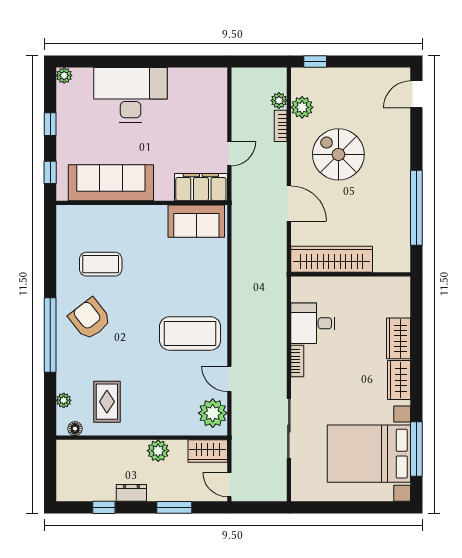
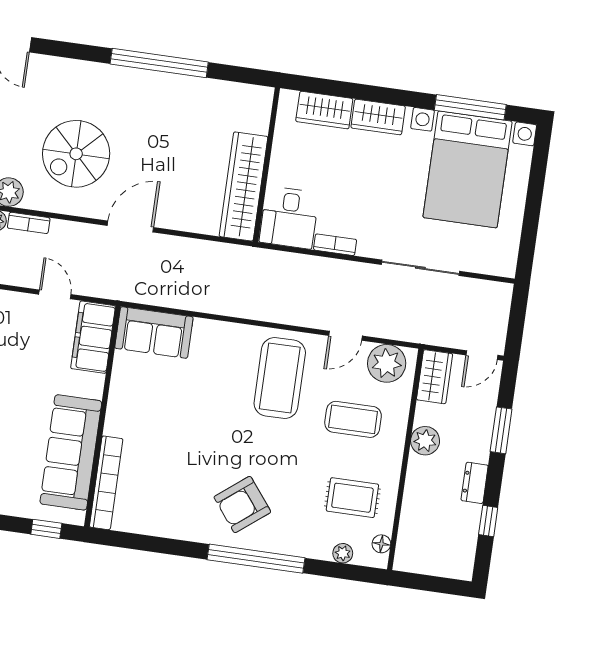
bookcase: (92, 213) -> (106, 483), added
sofa: (196, 221) -> (154, 333), moved, turned 90
wardrobe: (332, 259) -> (243, 186), moved
coffee table: (101, 264) -> (353, 419), moved, turned 90
wall: (351, 274) -> (267, 165), moved

